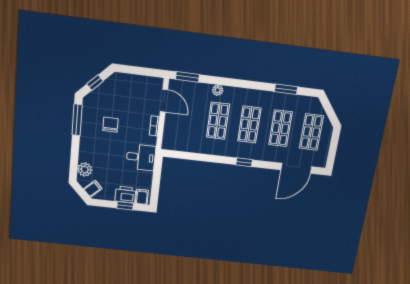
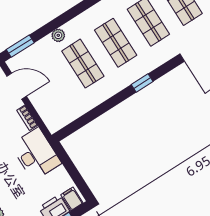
desk: (141, 157) -> (36, 154), width x1.37

